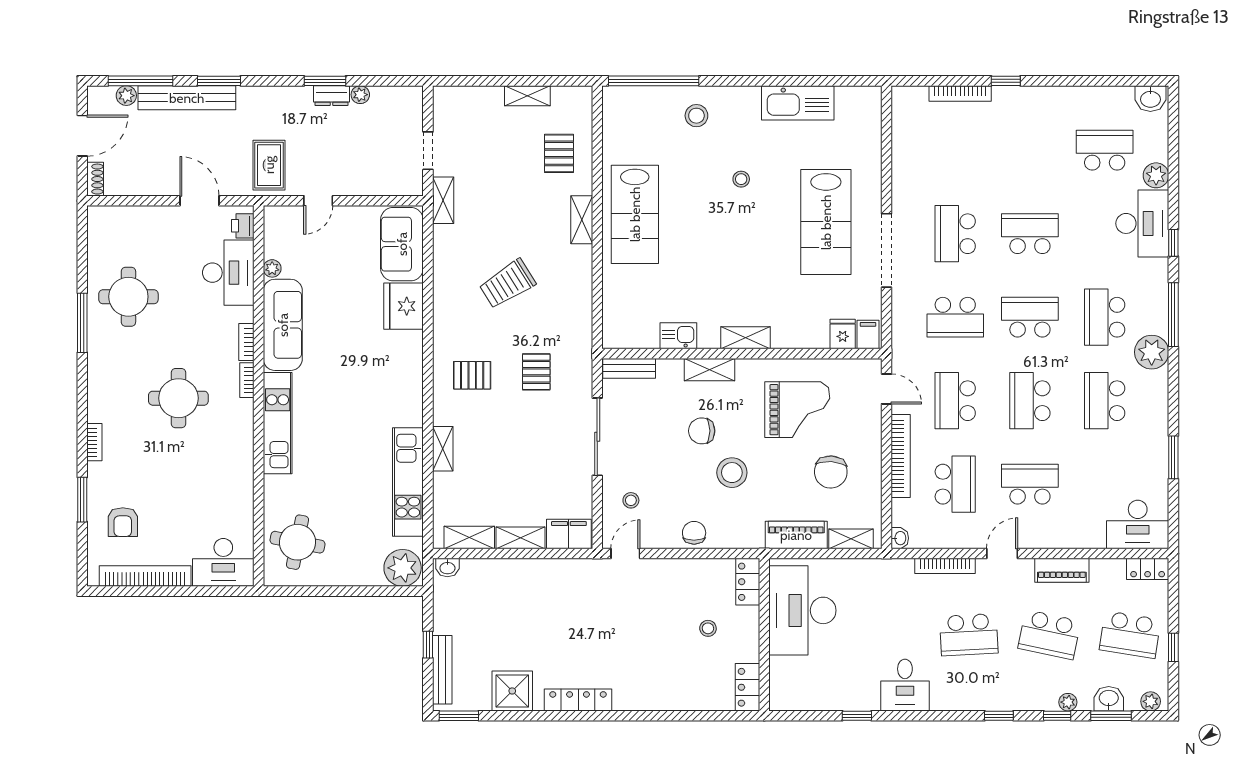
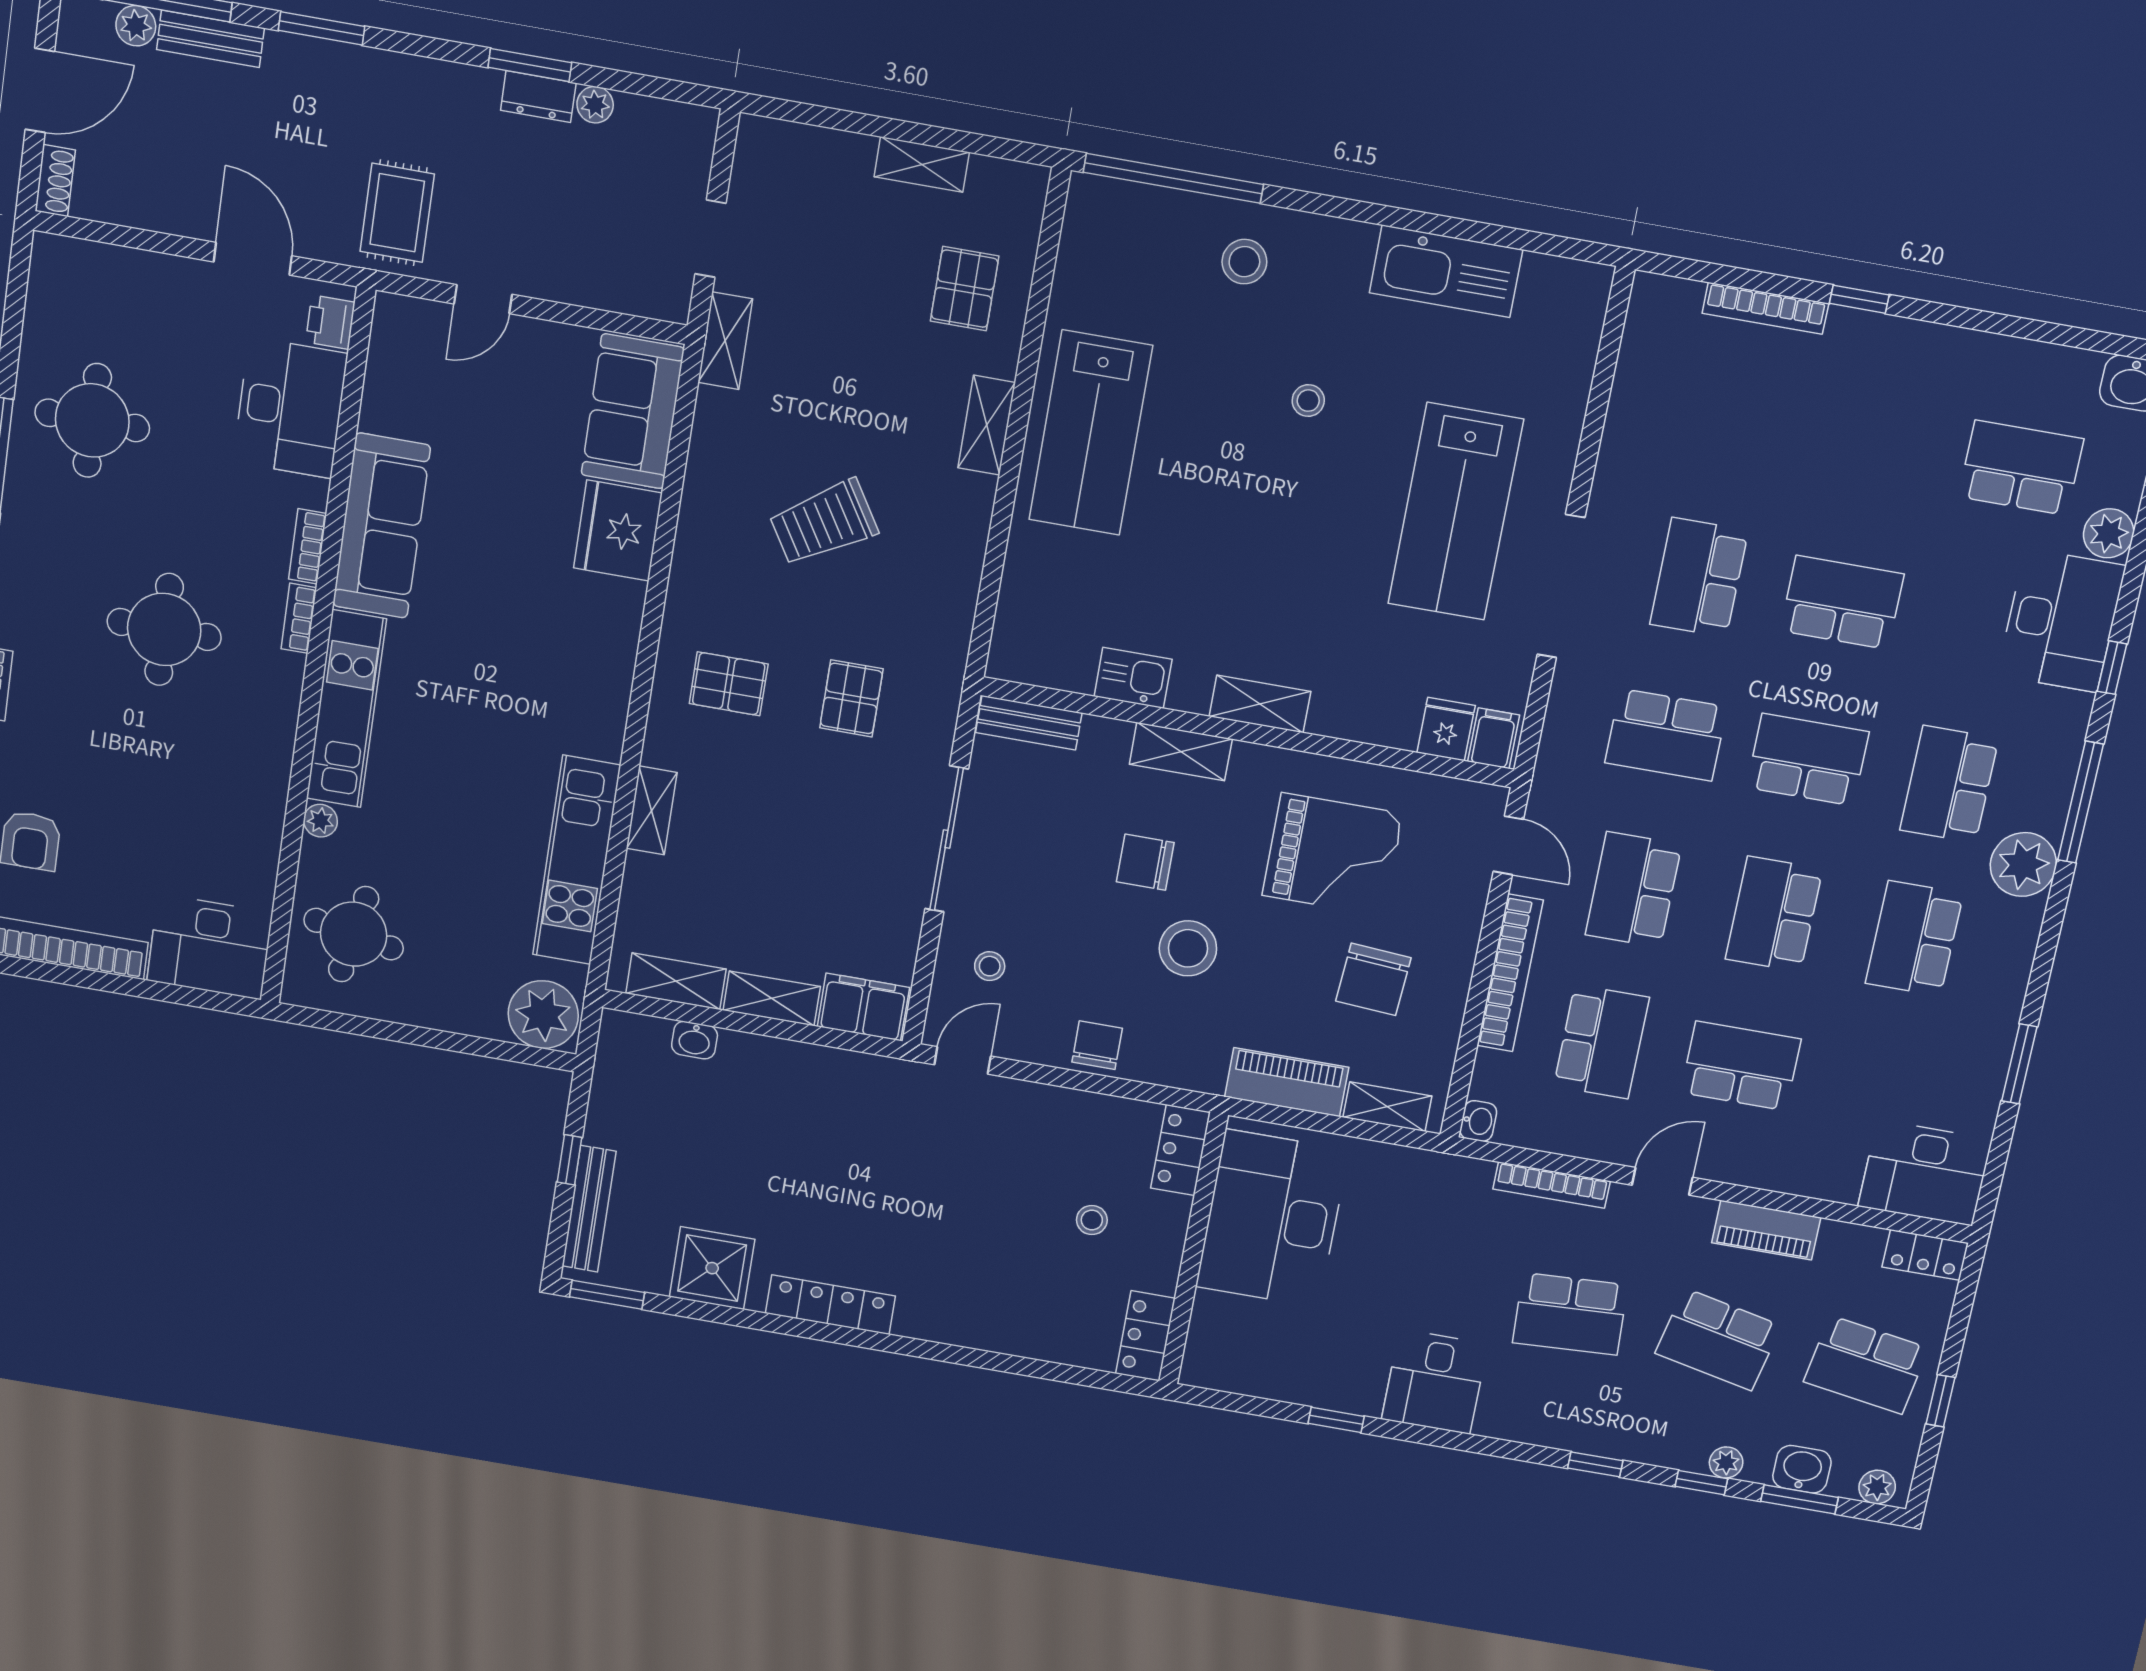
bench: (187, 98) -> (210, 39), width x0.54, depth x0.82
plant: (272, 268) -> (320, 821), moved
washbasin: (447, 568) -> (695, 1040), moved

